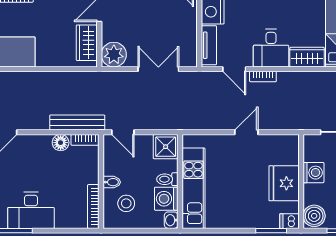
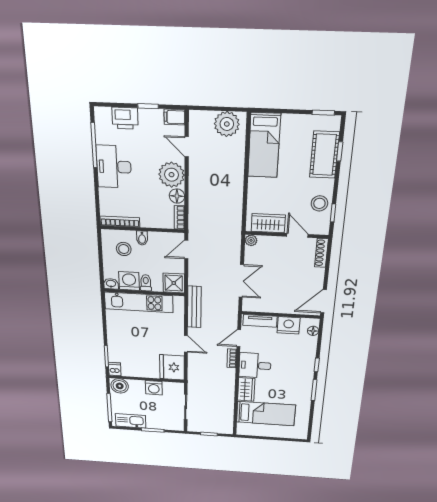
plant: (114, 55) -> (251, 240), width x0.53, depth x0.53
bench: (77, 123) -> (194, 307), moved
plant: (37, 148) -> (172, 175), added
fridge: (284, 183) -> (172, 367), moved, turned -90

